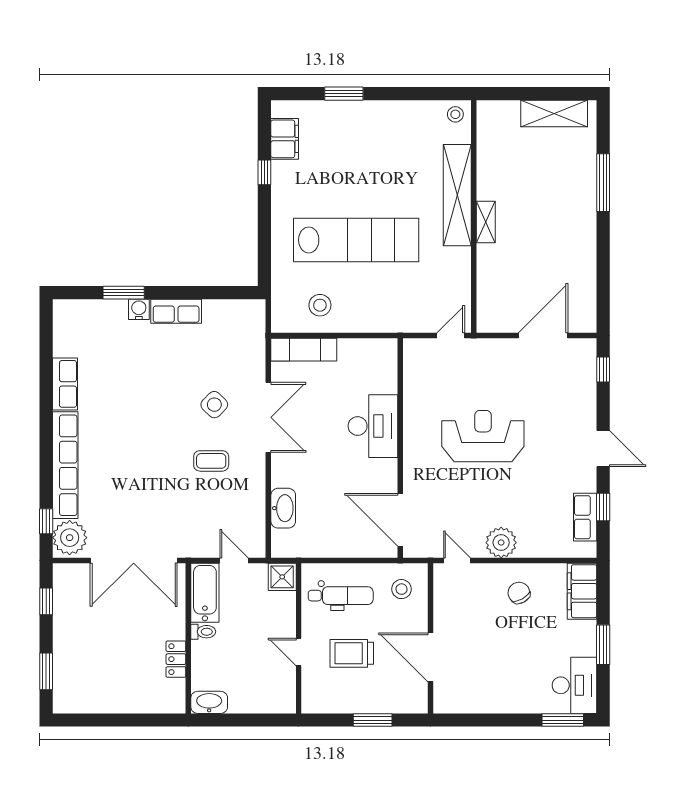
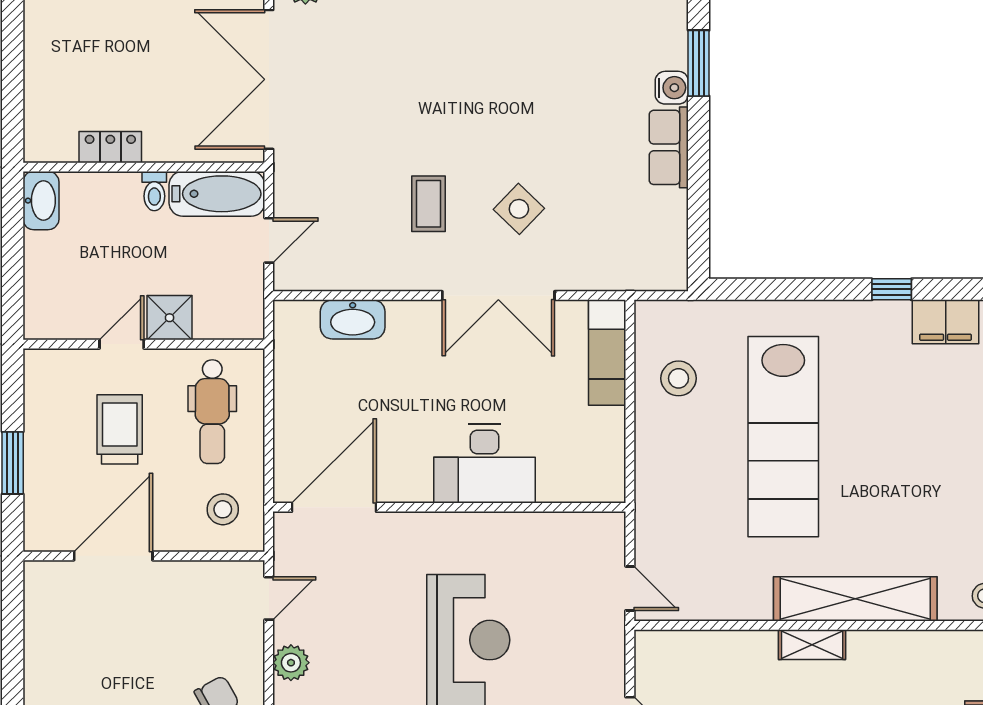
plant: (501, 543) -> (291, 663), width x0.73, depth x0.73
shower: (282, 577) -> (170, 318), moved

